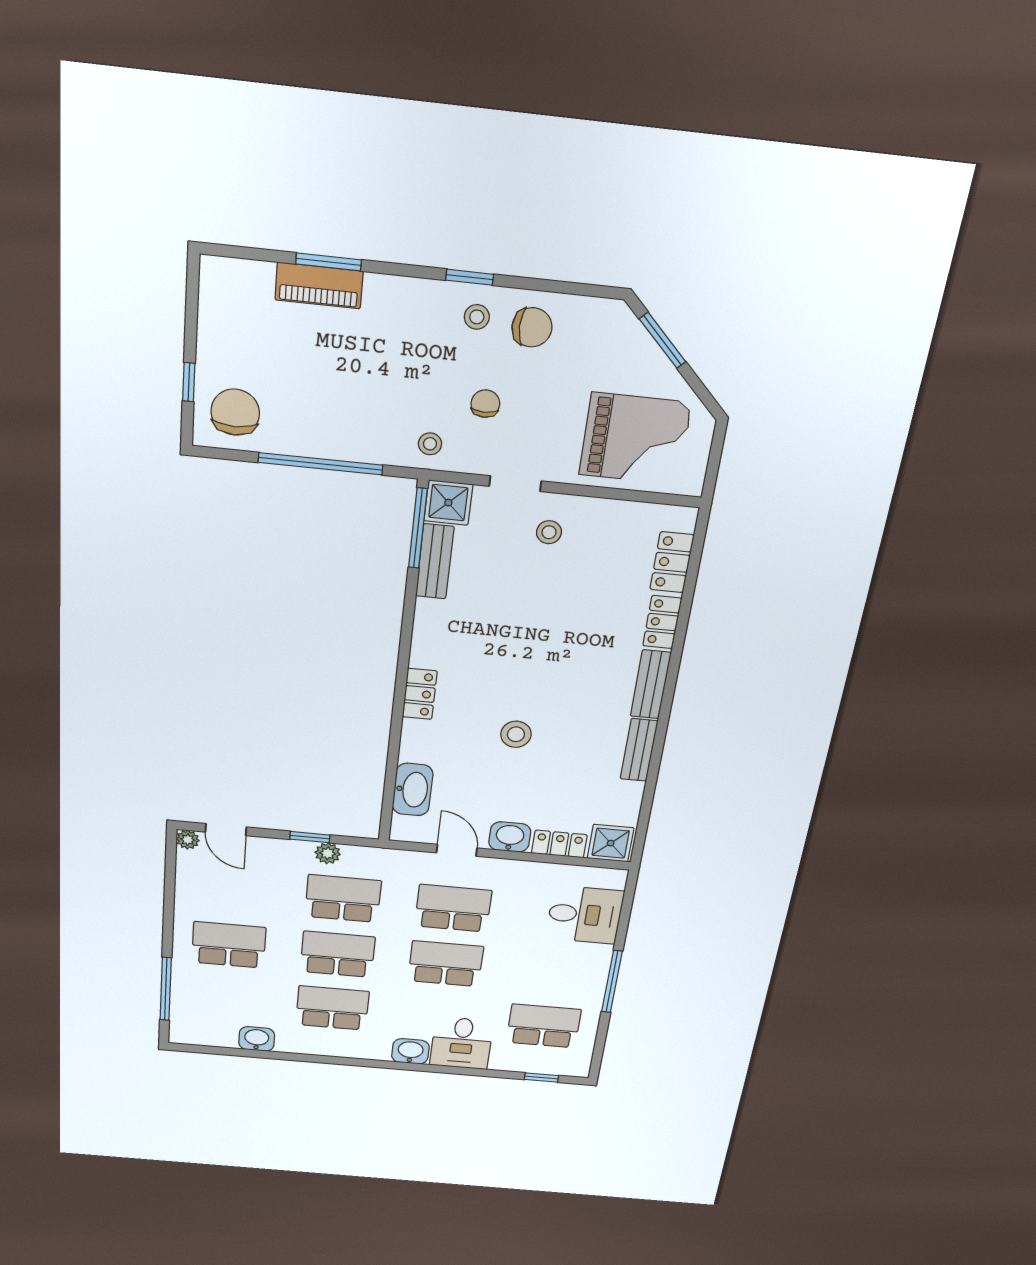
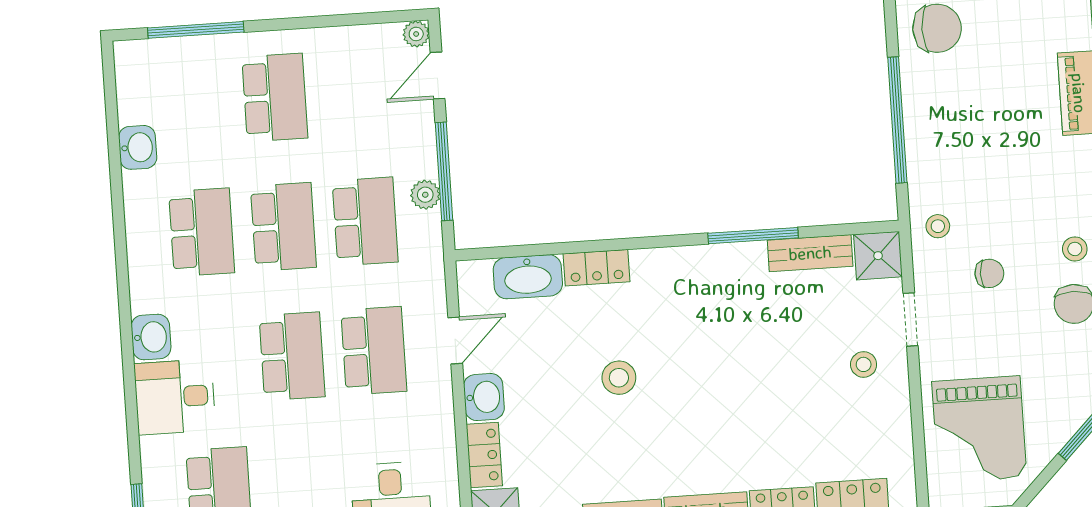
window: (418, 528) -> (753, 236), moved
locker: (420, 694) -> (596, 268), moved
window: (310, 837) -> (444, 171), width x2.17

